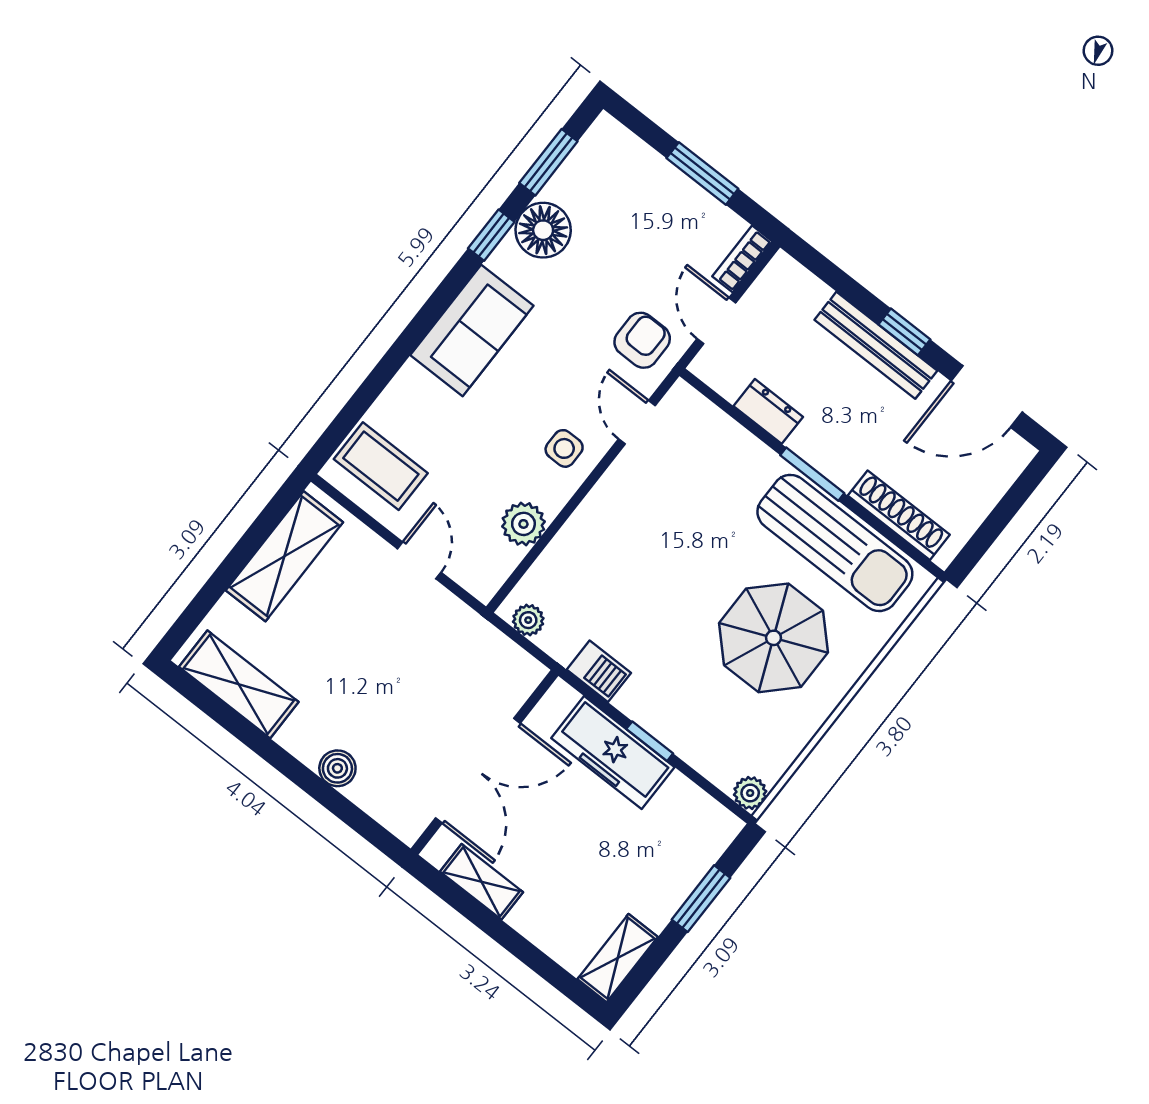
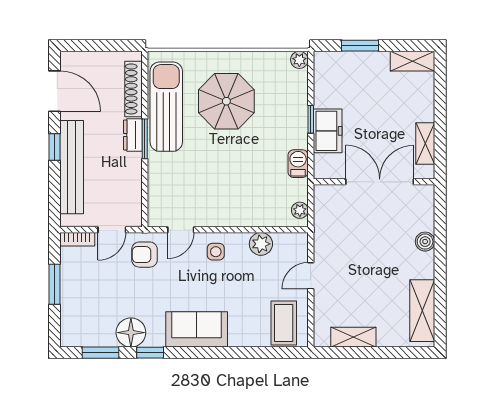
bench: (876, 345) -> (72, 167), width x1.37, depth x1.21
dresser: (768, 411) -> (133, 135), moved
shelving: (284, 556) -> (353, 337), width x0.67, depth x0.75
freezer: (613, 753) -> (328, 131), width x0.71

